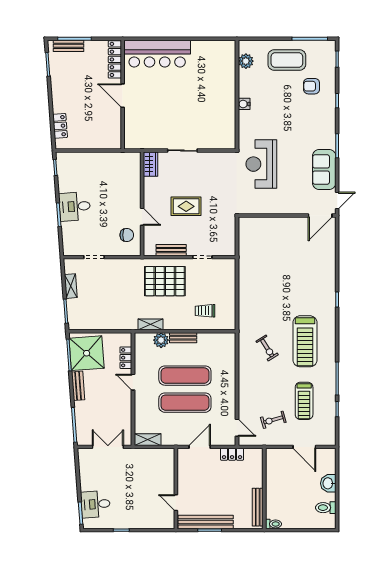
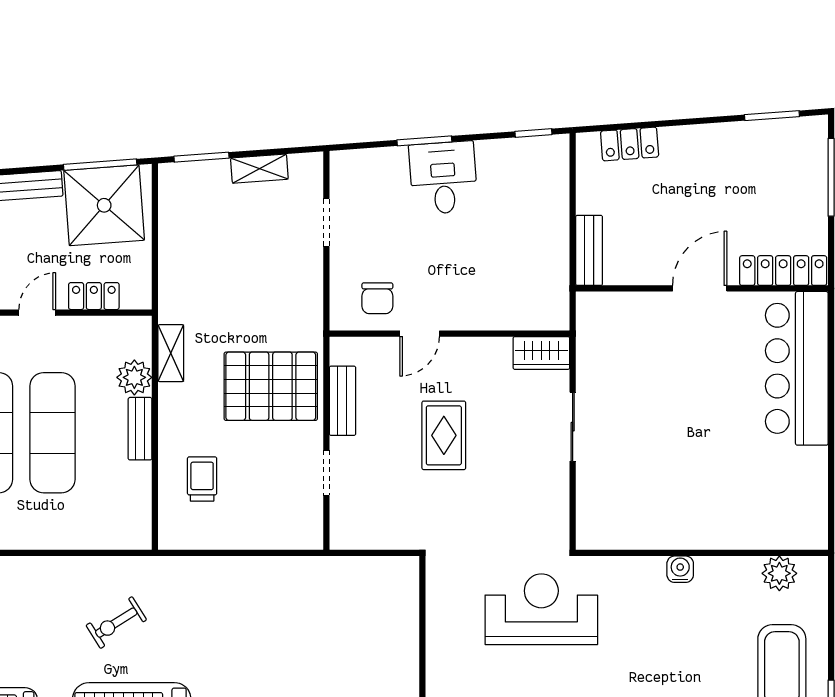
bench: (69, 46) -> (589, 250), moved
pallet: (165, 281) -> (271, 386), turned 90

